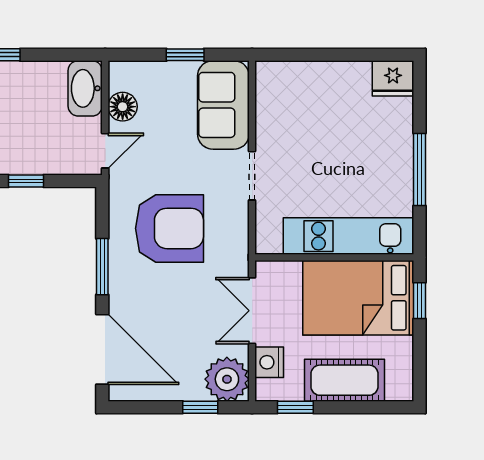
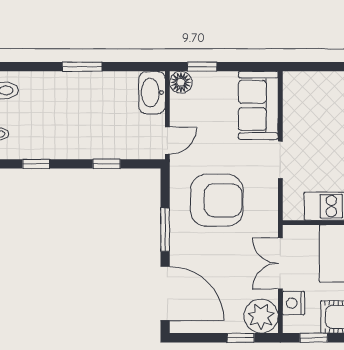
window: (185, 55) -> (202, 67), moved
floor lamp: (123, 107) -> (181, 82), moved

